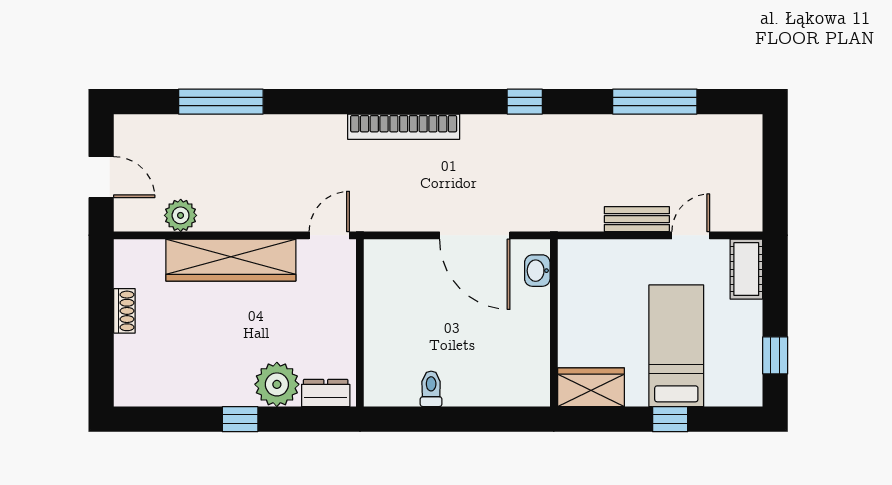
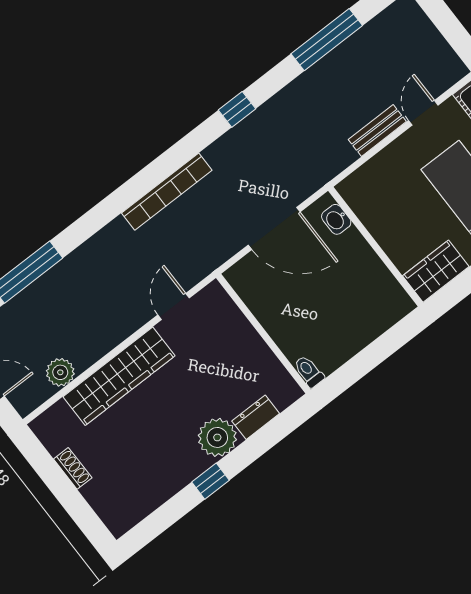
wall: (360, 323) -> (263, 334), moved
toilet: (431, 389) -> (309, 371), moved

